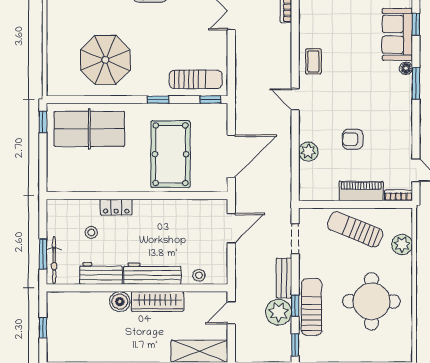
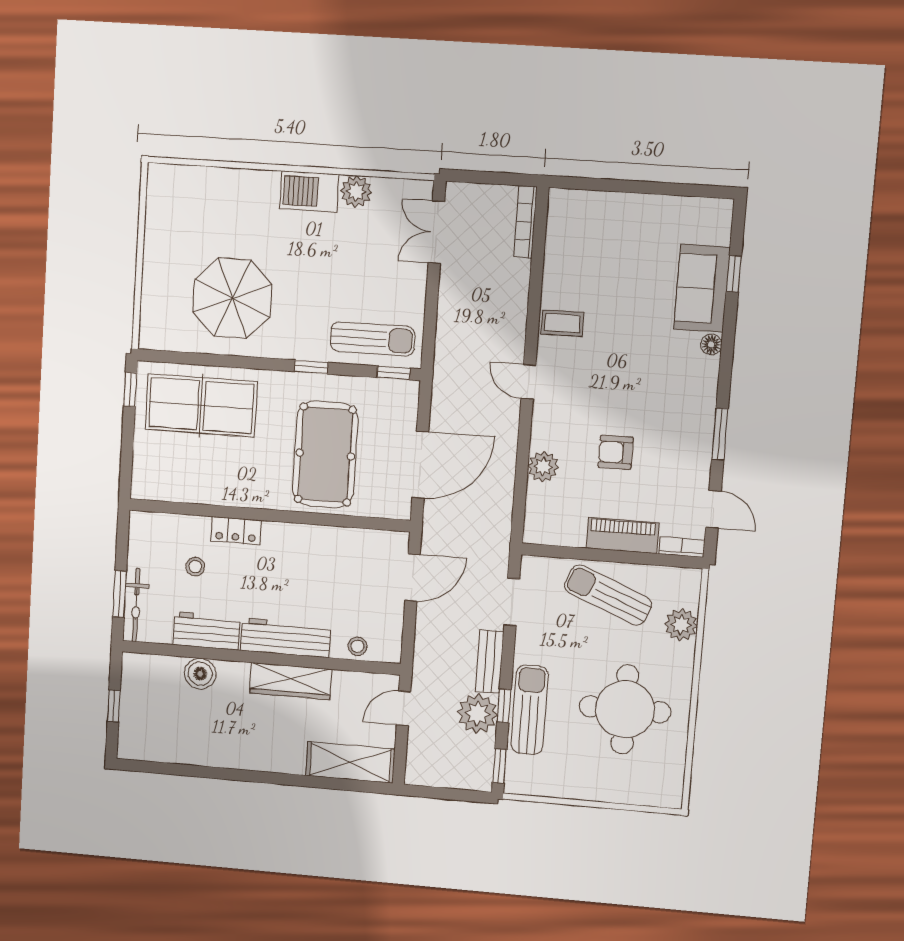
coffee table: (313, 61) -> (562, 323), turned 90
window: (416, 83) -> (720, 434), moved
boiler: (120, 302) -> (200, 674), moved

